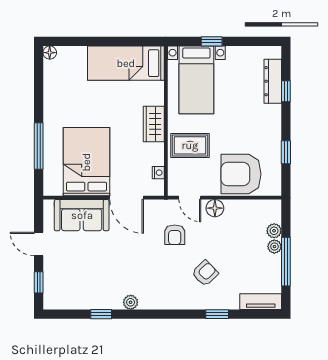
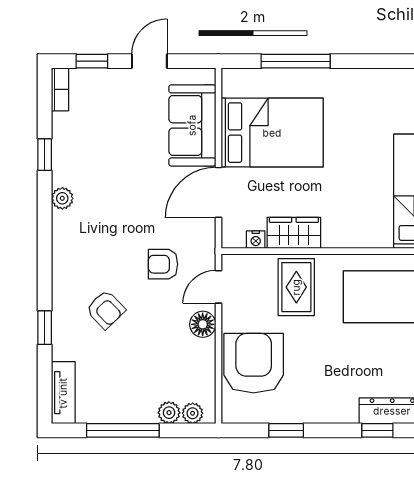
wardrobe: (154, 124) -> (294, 233), moved
plant: (274, 247) -> (193, 413), moved
bookcase: (57, 304) -> (60, 89), added

